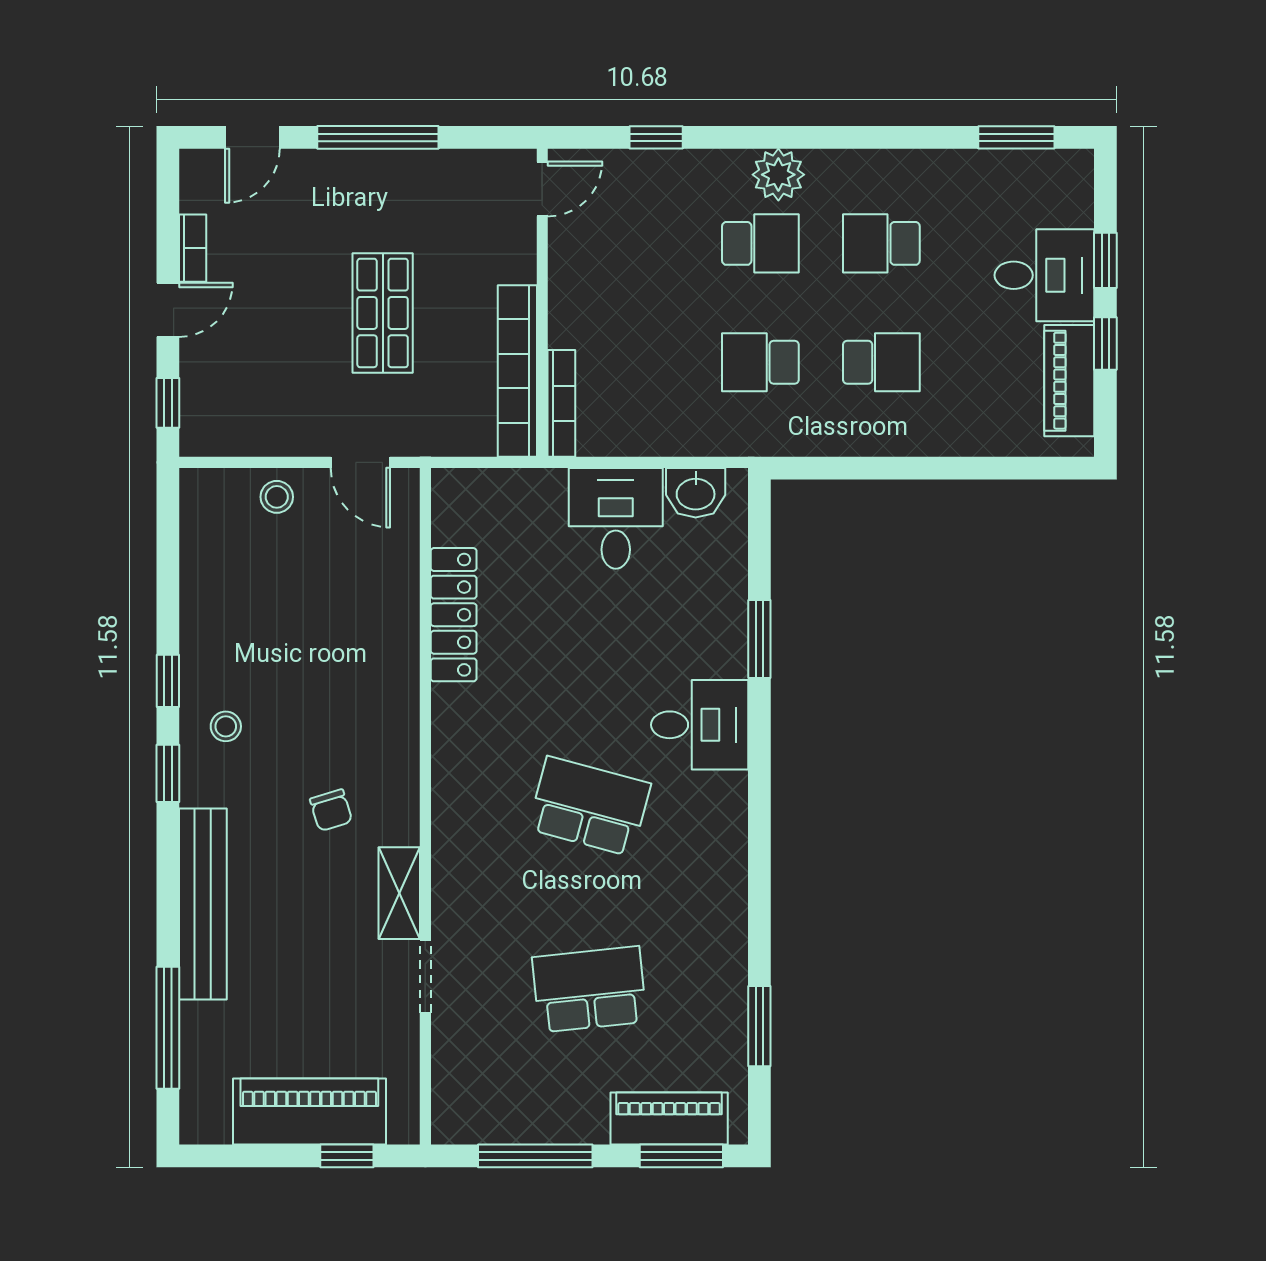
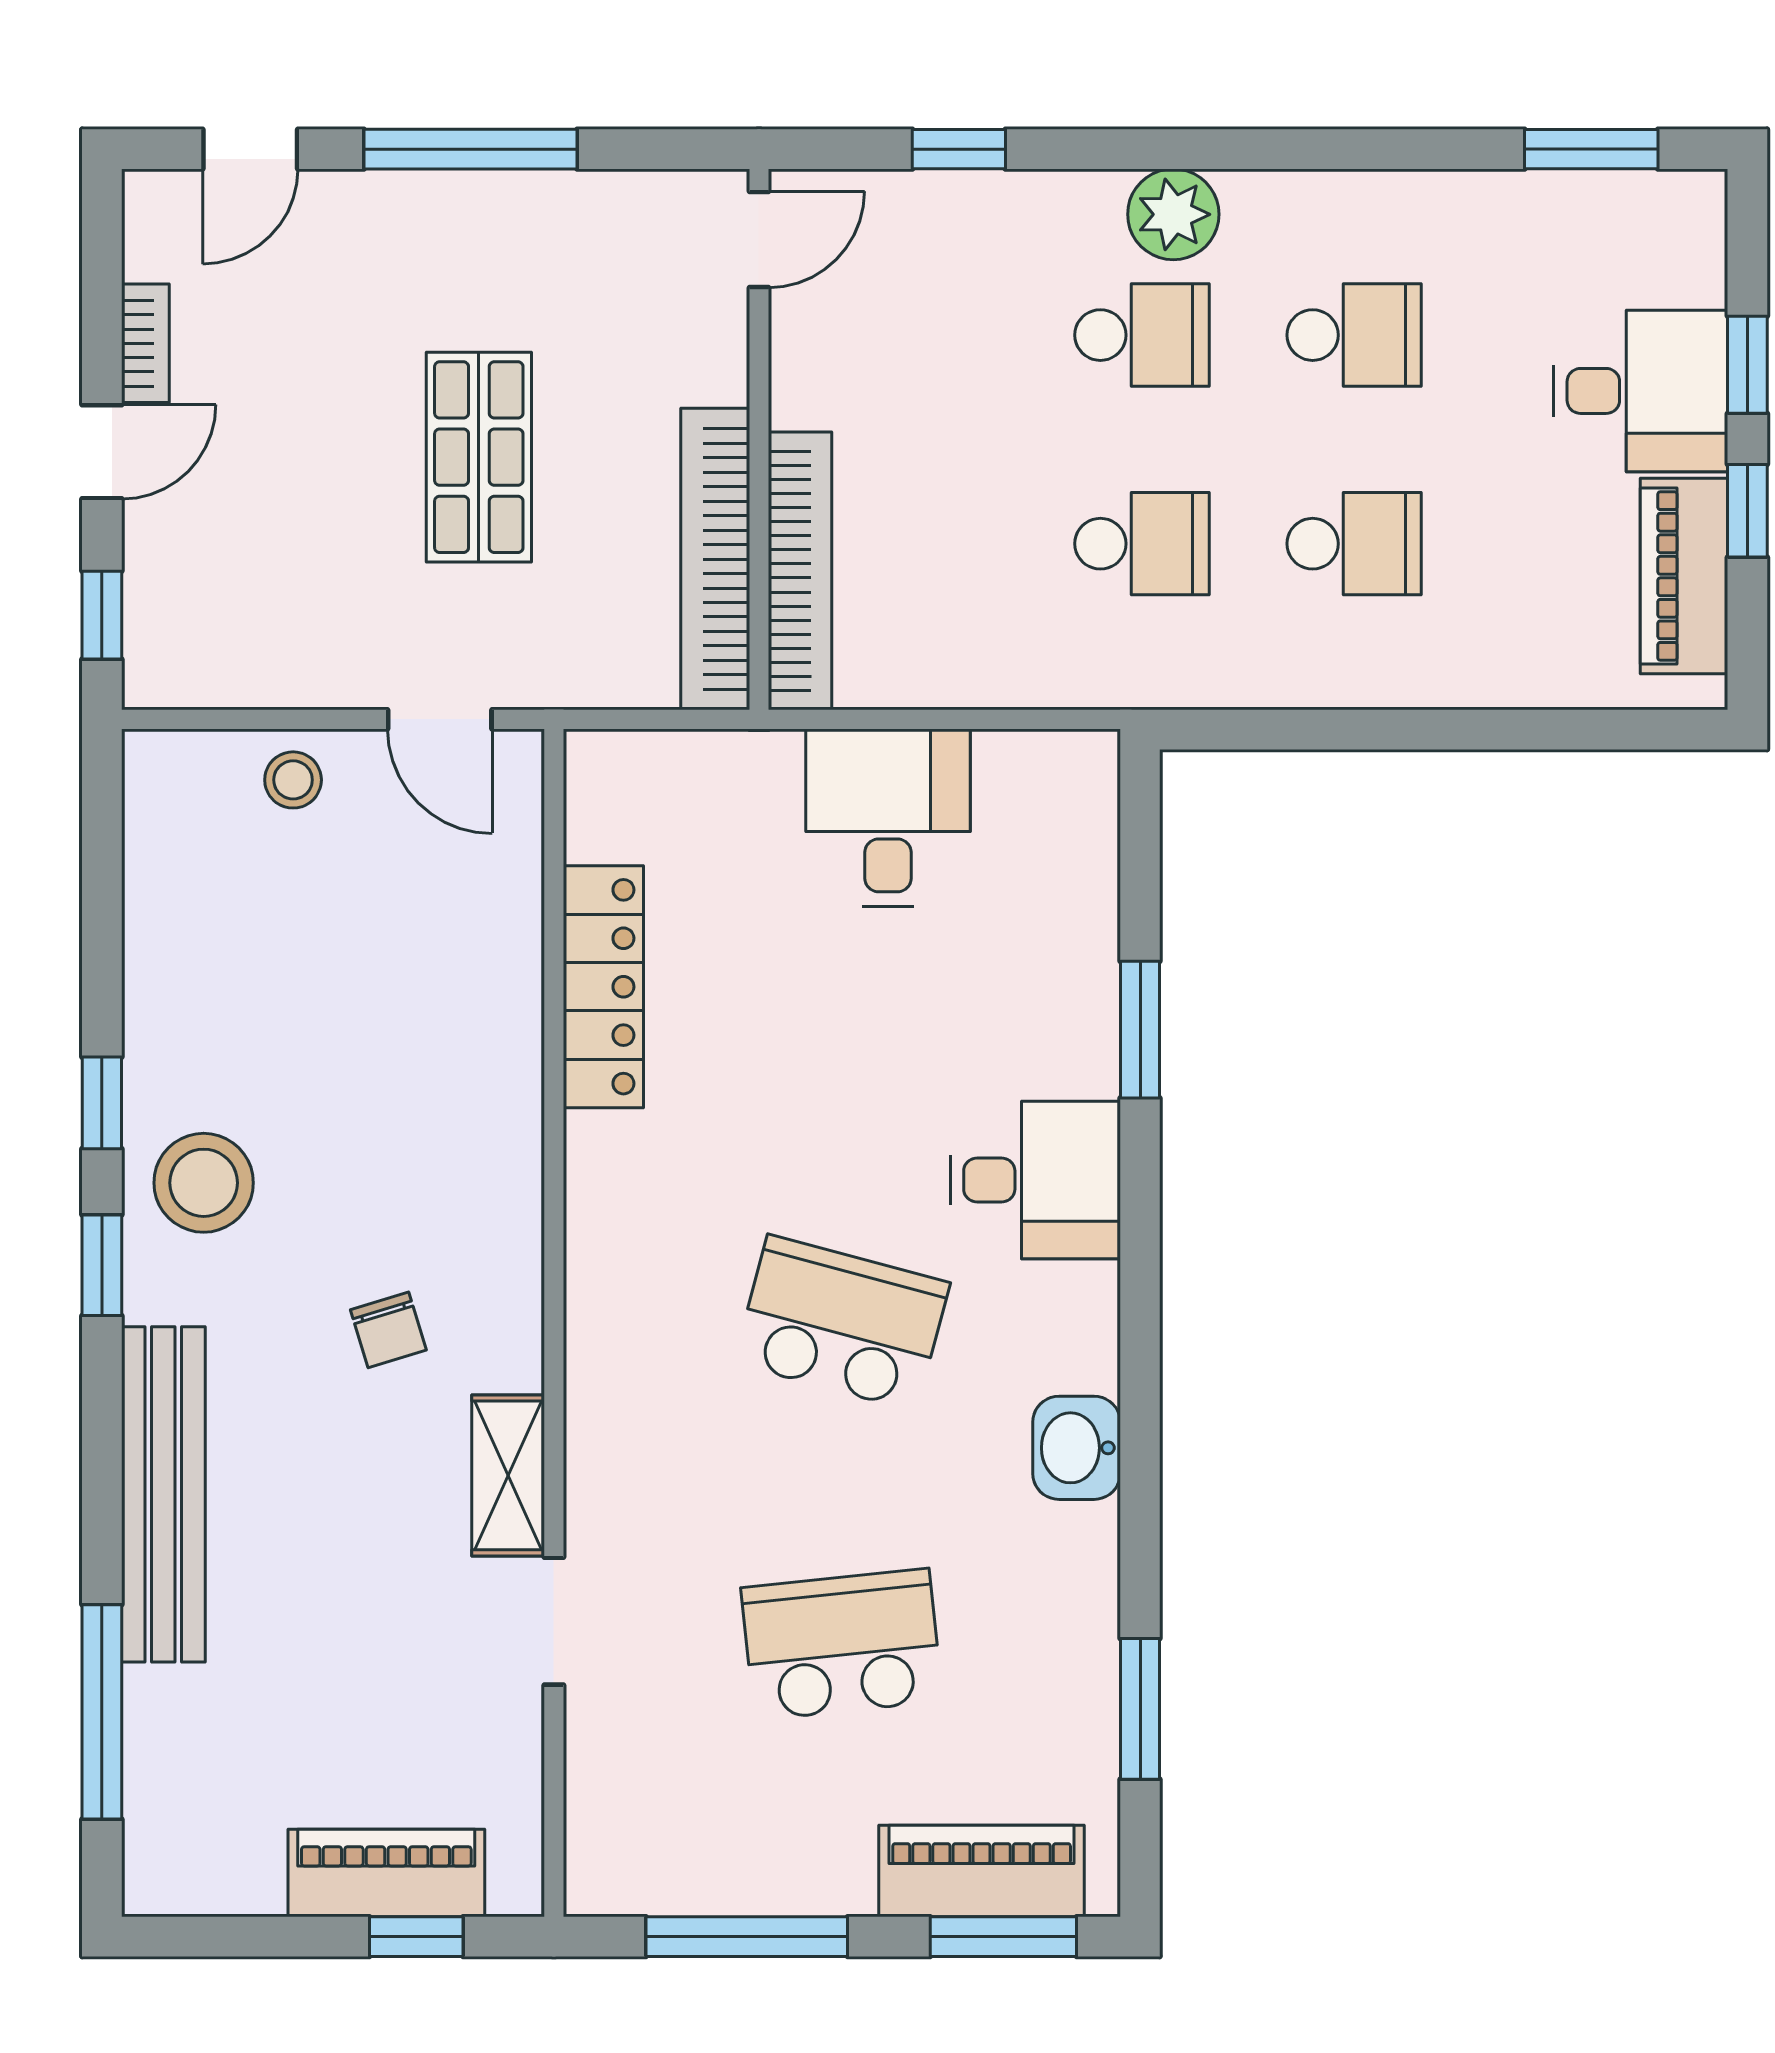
school desk: (881, 243) -> (1354, 335), turned 180
school desk: (760, 362) -> (1142, 544), turned 180
bookcase: (561, 403) -> (800, 571), width x1.48, depth x1.31
washbasin: (696, 493) -> (1077, 1448), moved, turned 90
stool: (226, 726) -> (204, 1183), width x1.89, depth x1.89
piano: (309, 1111) -> (386, 1873), width x0.73, depth x0.75

